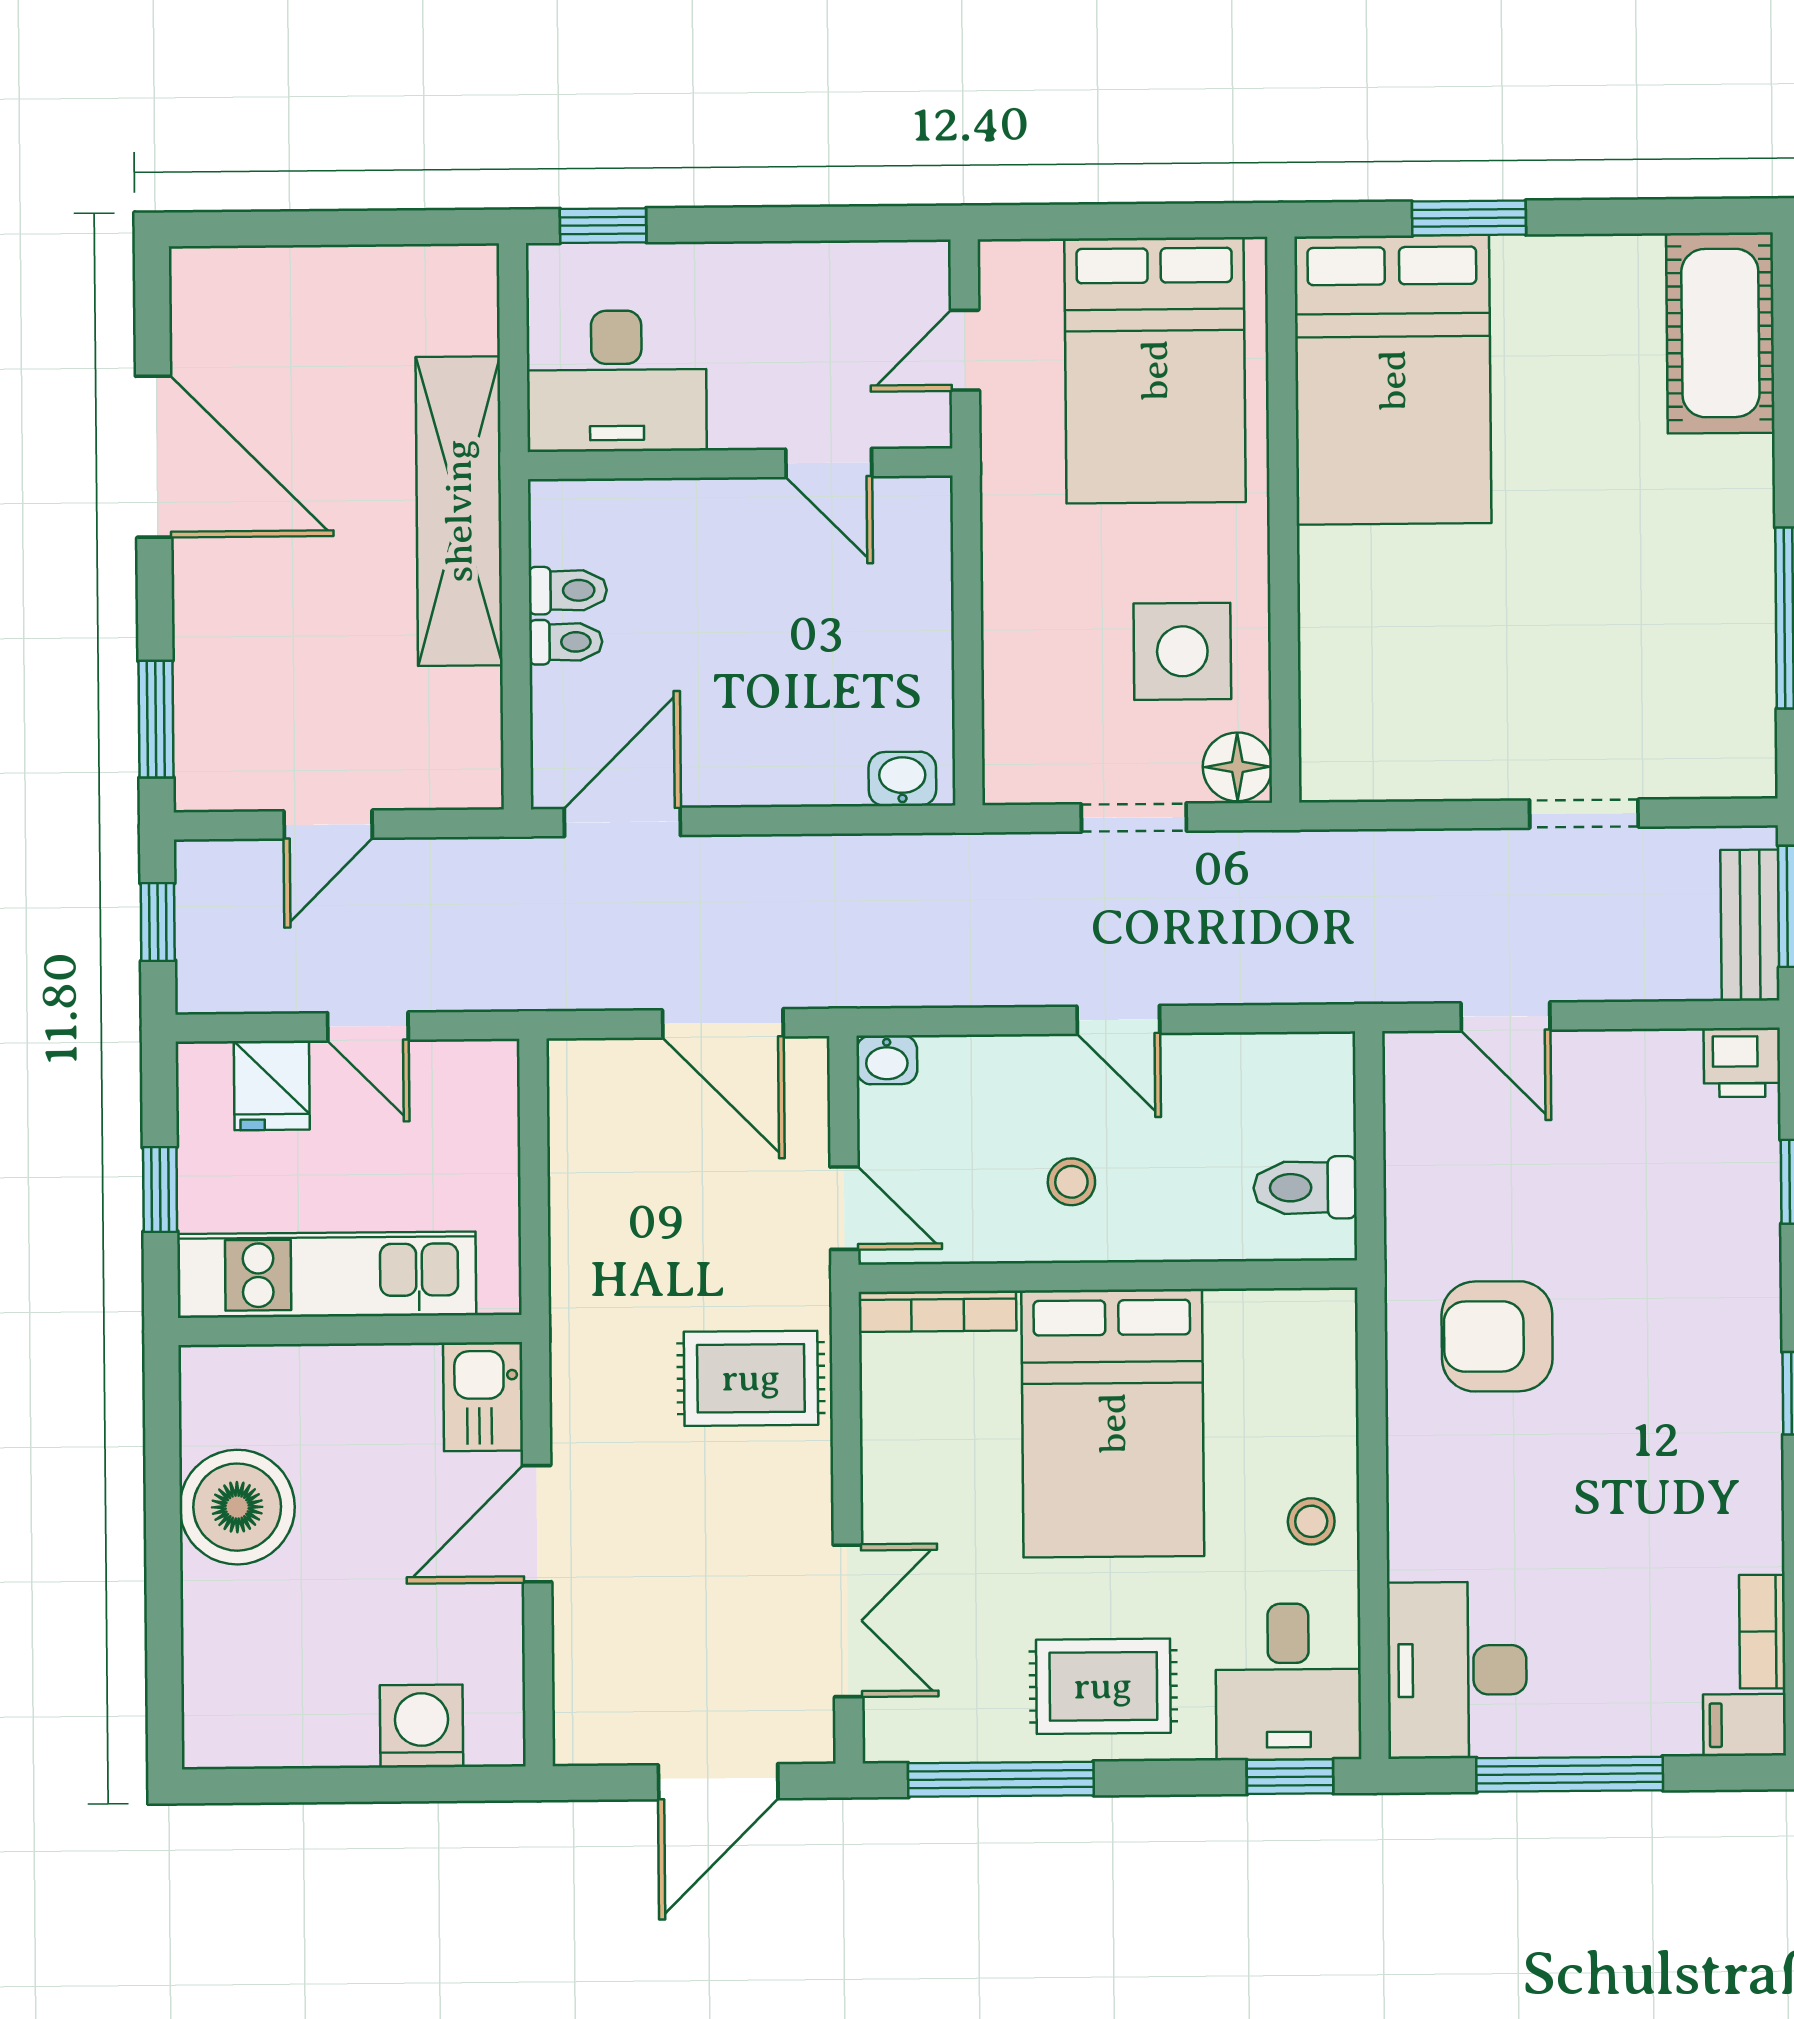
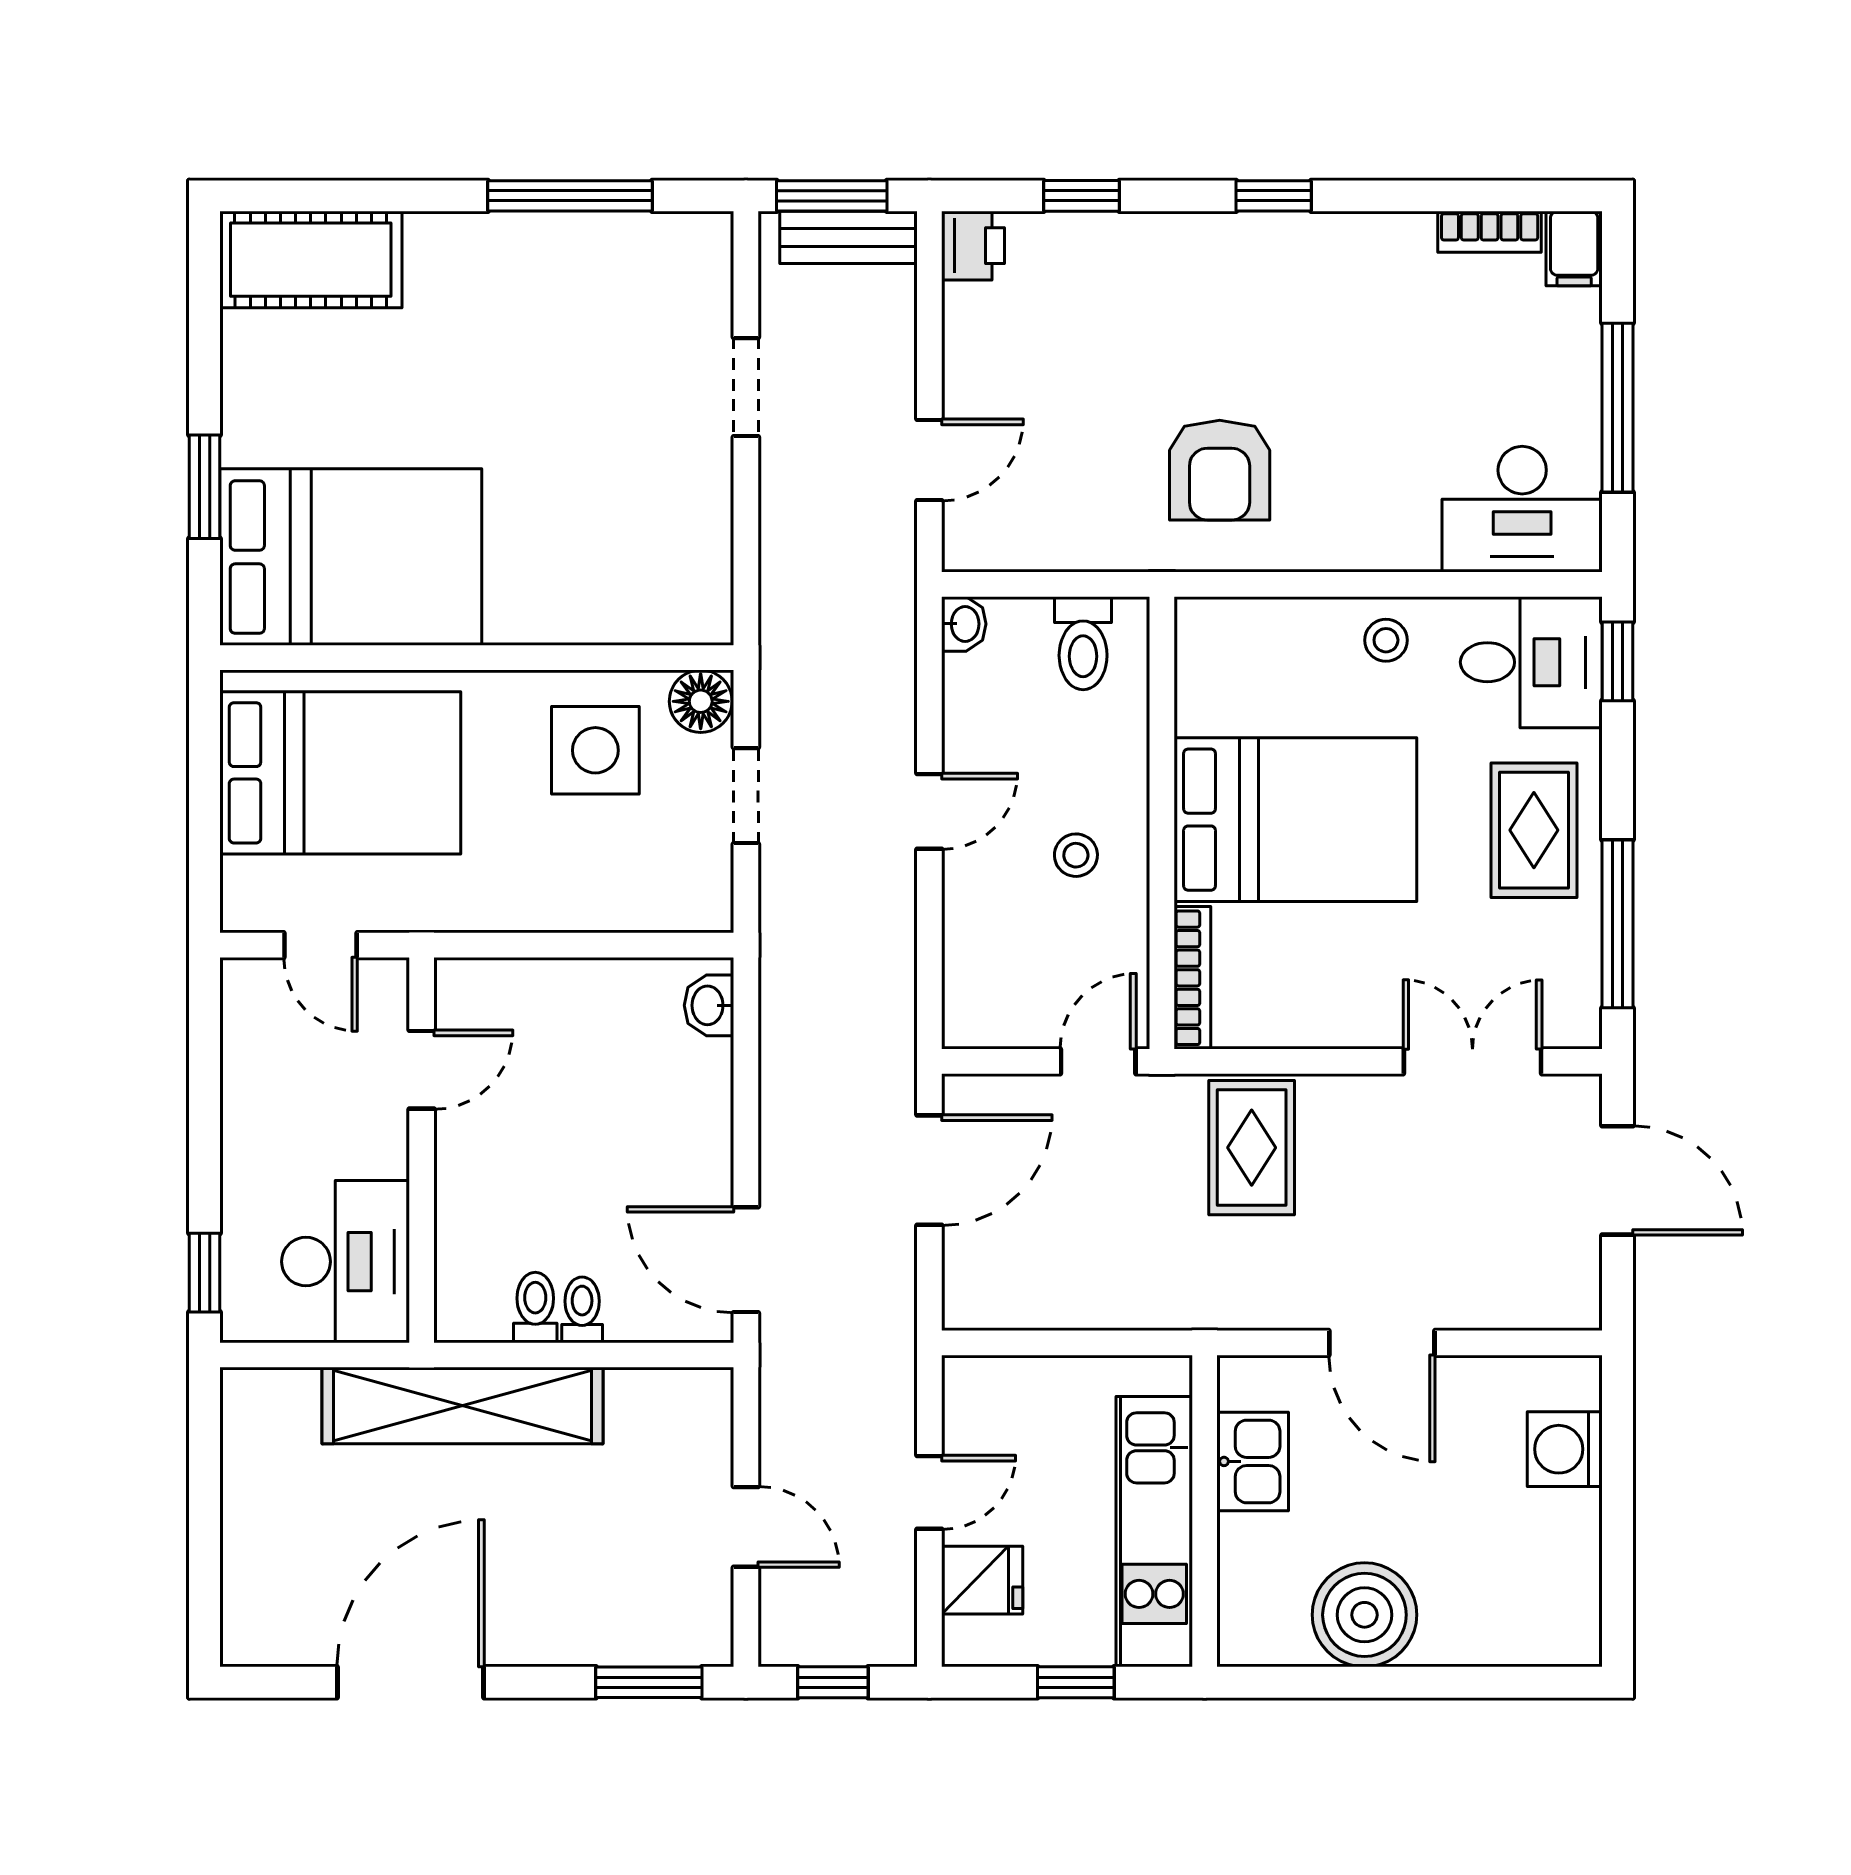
washbasin: (887, 1060) -> (964, 624), moved
kitchen sink: (483, 1397) -> (1253, 1461), moved, turned -90

